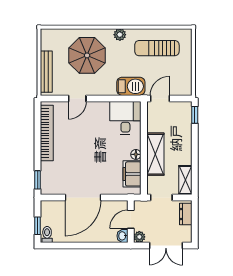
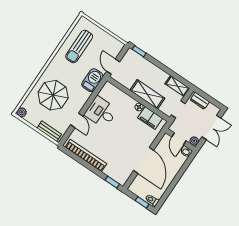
plant: (120, 35) -> (22, 112), moved
bench: (46, 72) -> (49, 131), width x0.73
desk: (125, 118) -> (101, 112), moved

